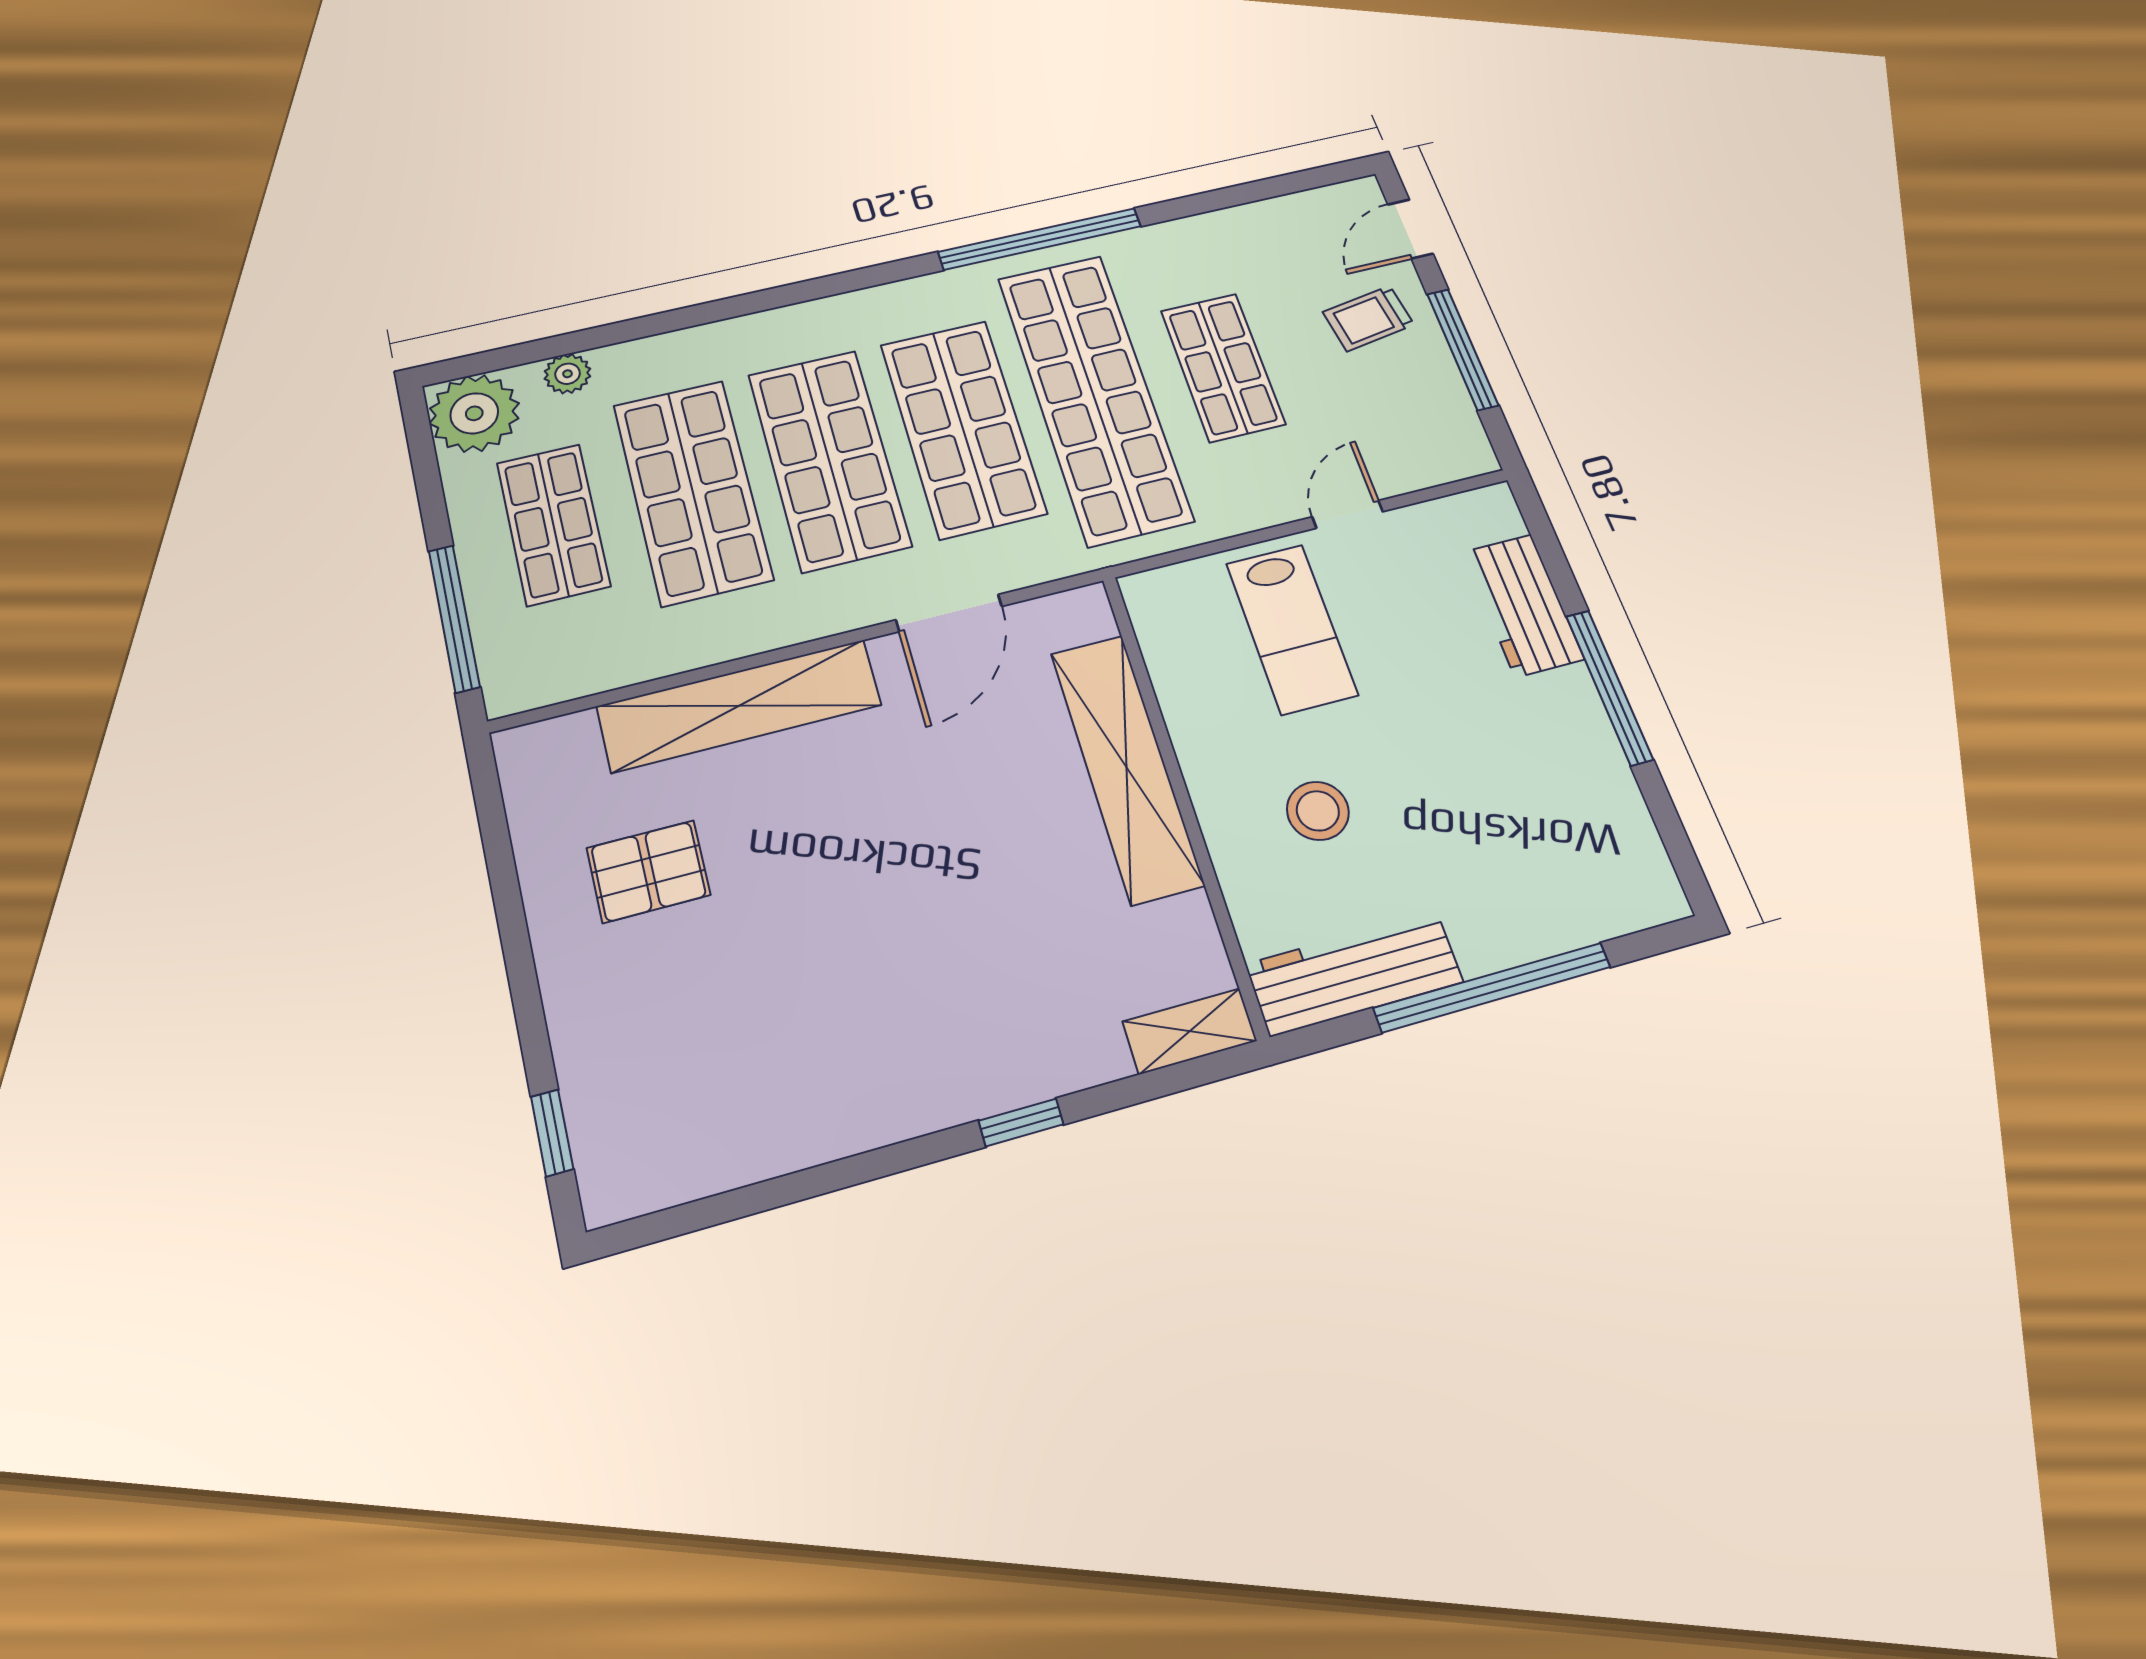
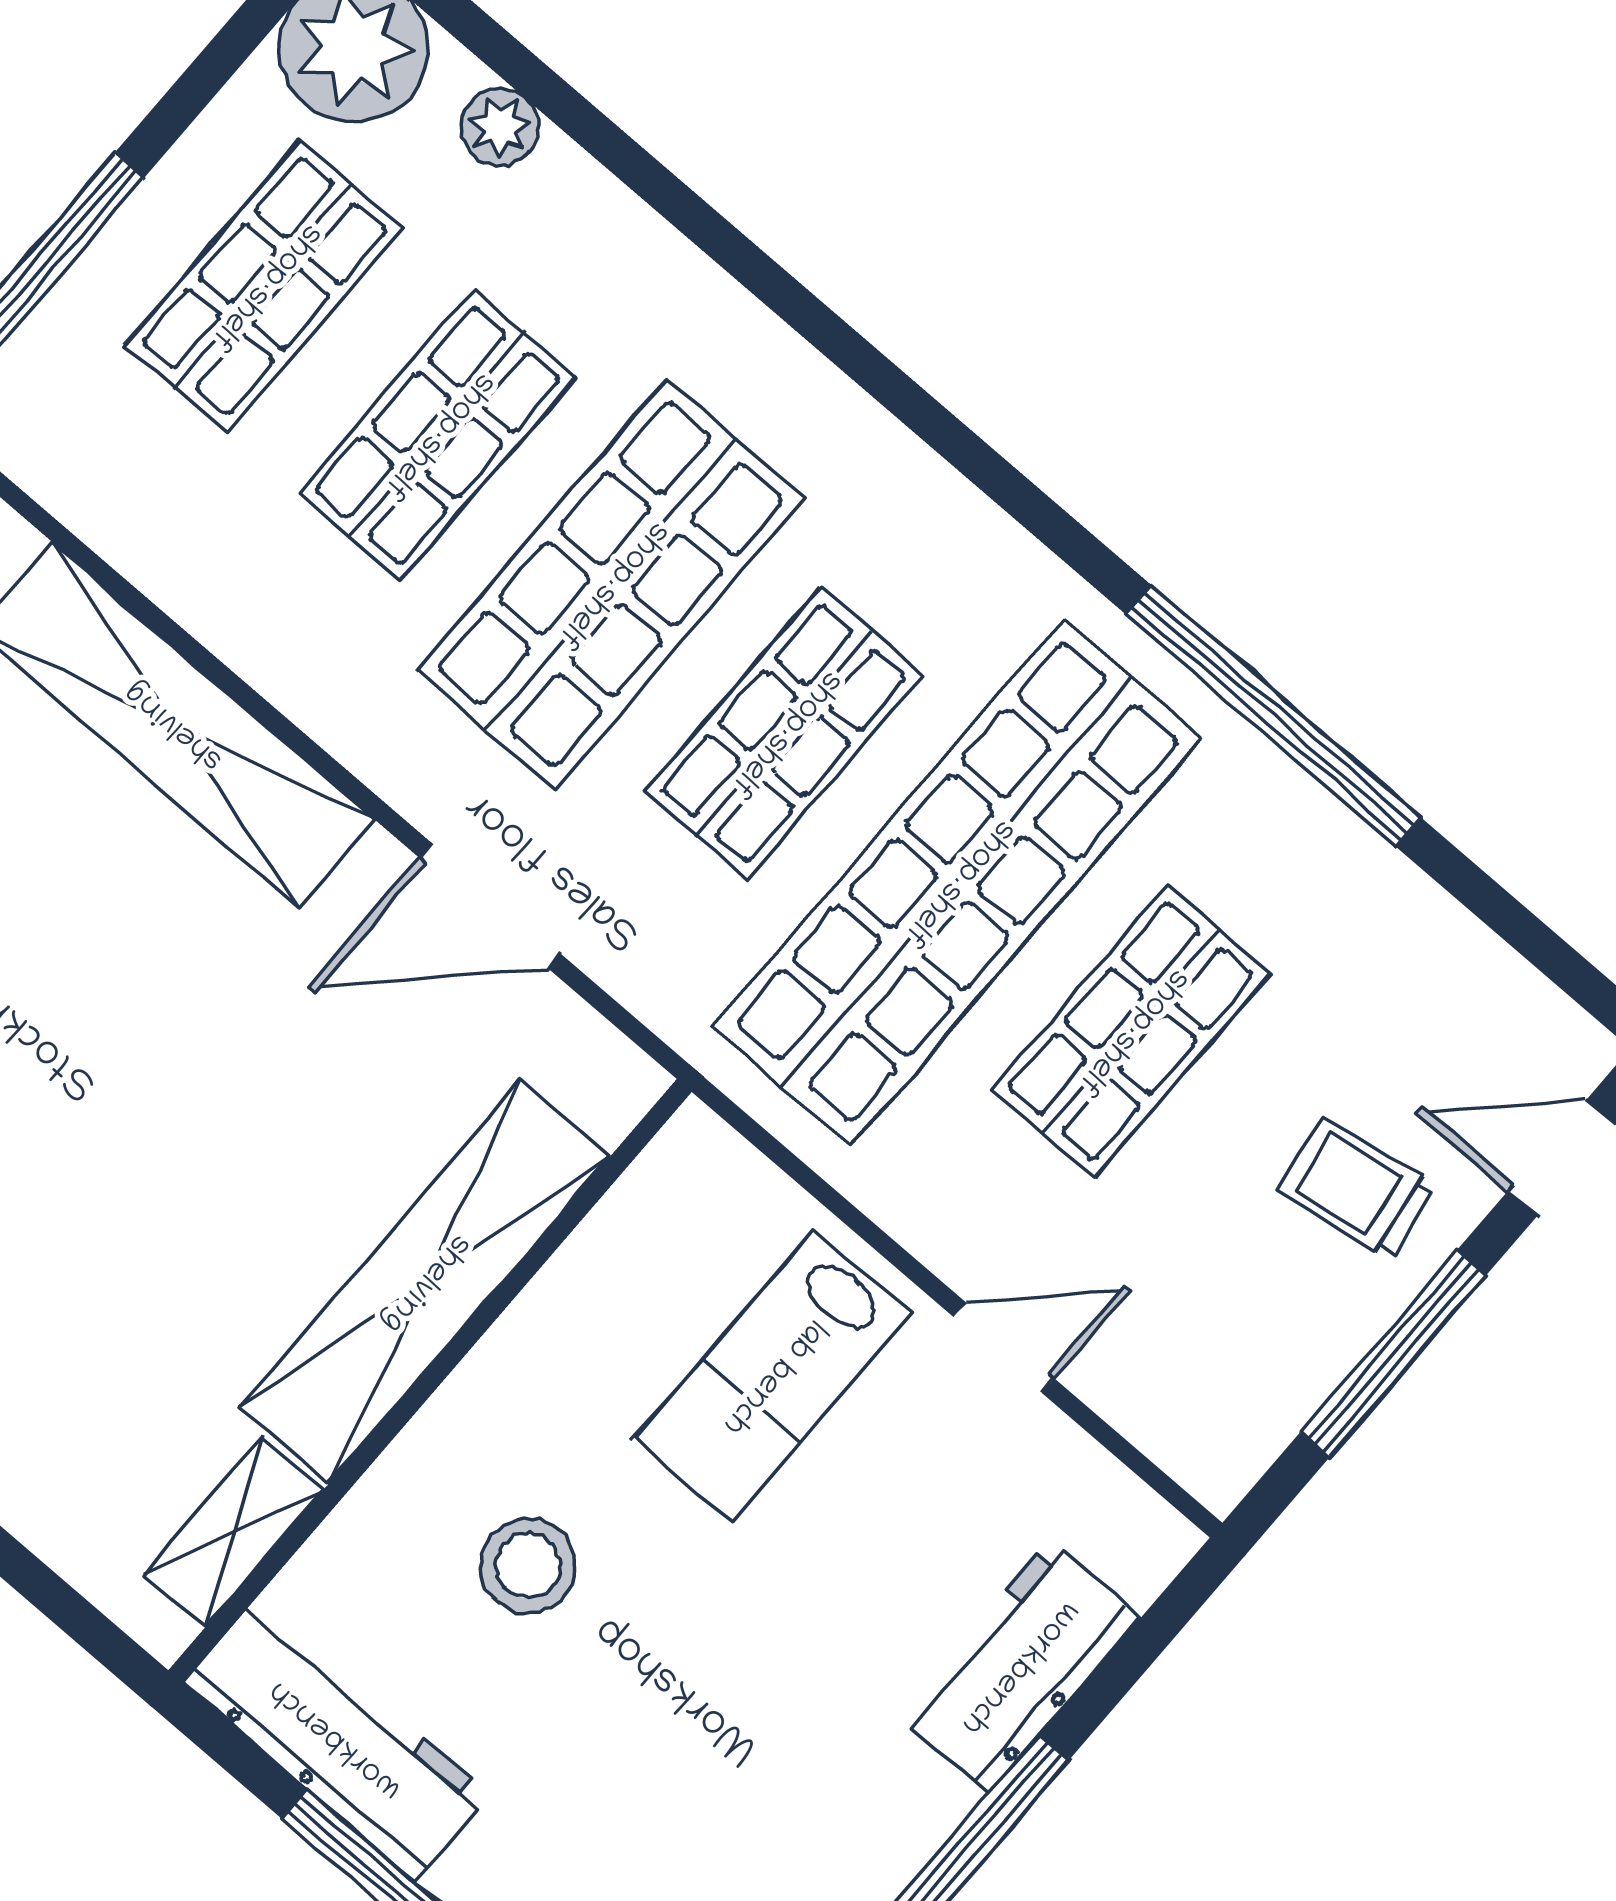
window: (1040, 239) -> (1274, 716), moved
shop shelf: (963, 428) -> (784, 733), width x0.70, depth x0.74
shop shelf: (693, 492) -> (437, 435), width x0.70, depth x0.74
shelving: (1190, 1031) -> (233, 1532), moved, turned 90

